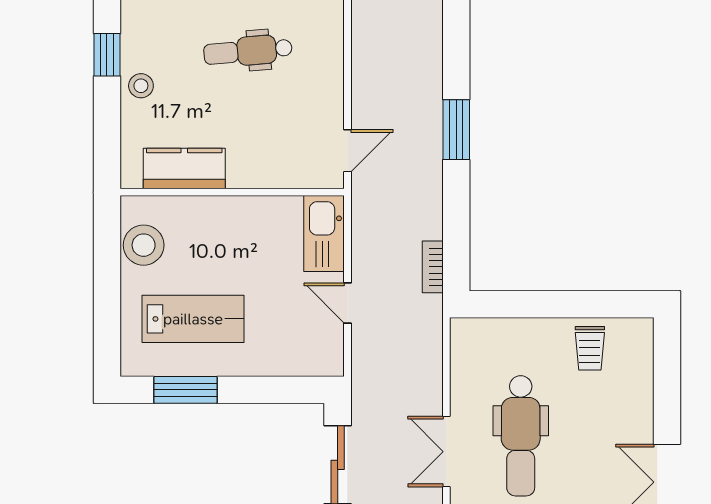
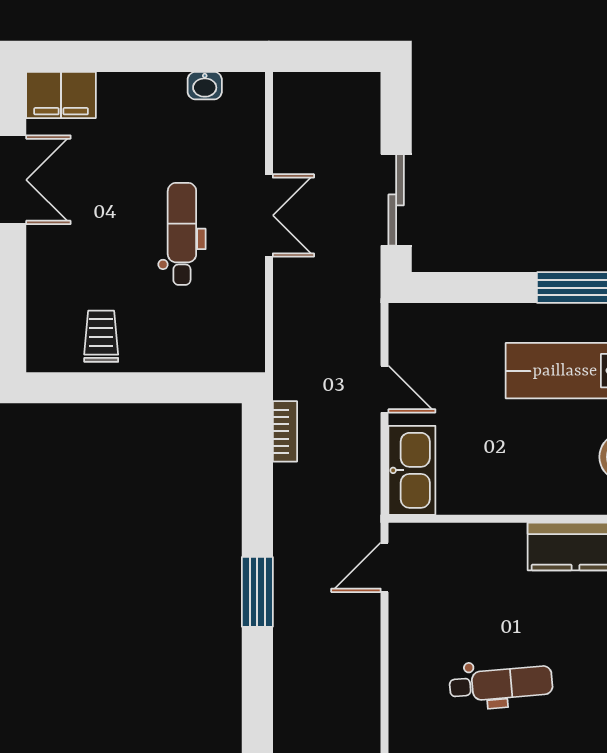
dental chair: (521, 436) -> (182, 234), width x0.73, depth x0.72

